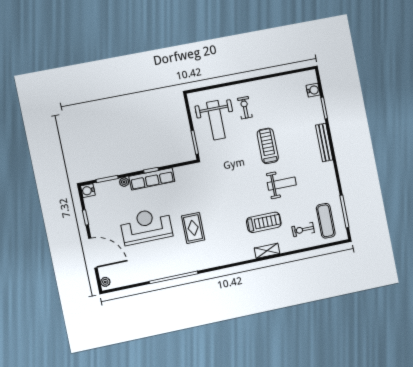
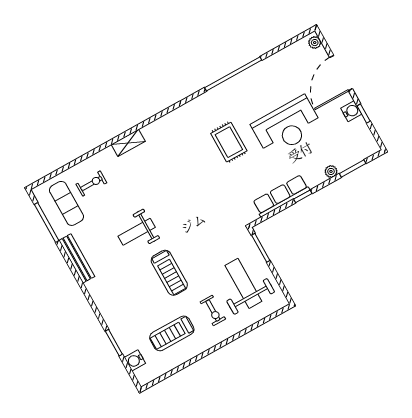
bench: (324, 143) -> (77, 258), moved
row of seats: (152, 179) -> (281, 196), moved
water cooler: (88, 191) -> (351, 111), moved
treadmill: (264, 222) -> (172, 333), moved
door: (93, 253) -> (341, 73), hinge flipped

